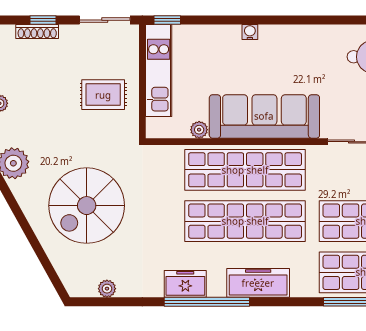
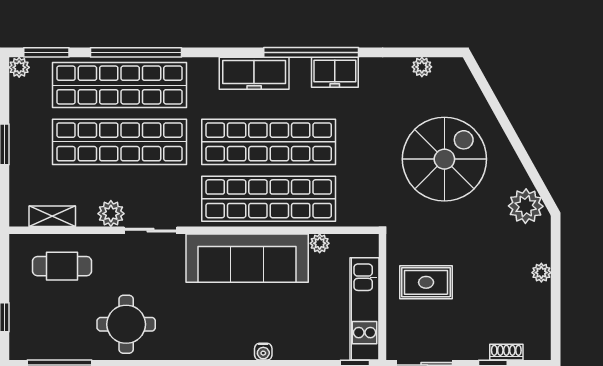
shoe rack: (37, 32) -> (506, 352), width x0.70

